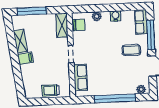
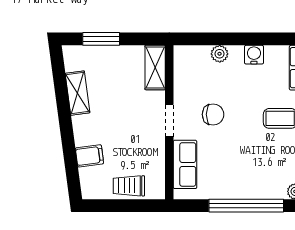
window: (32, 11) -> (101, 39), width x0.69
chair: (79, 25) -> (213, 114), moved
filing cabinet: (25, 58) -> (89, 156), moved

